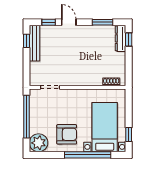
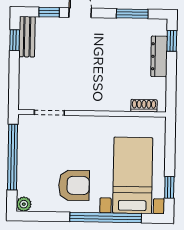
dresser: (120, 38) -> (159, 56), moved
bench: (35, 43) -> (27, 37), width x0.73
plant: (39, 143) -> (24, 204), width x0.53, depth x0.53

